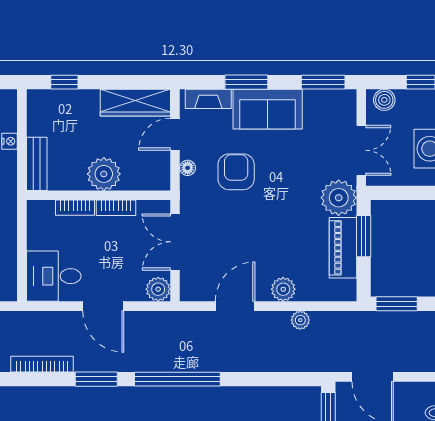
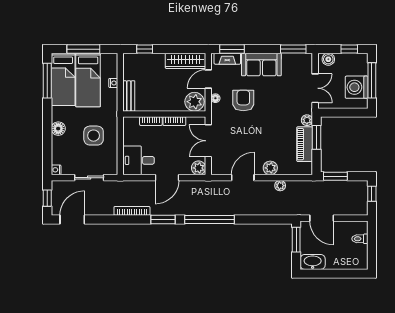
window: (246, 82) -> (232, 49), moved
plant: (104, 174) -> (194, 102), moved
plant: (339, 198) -> (307, 120), width x0.53, depth x0.53
door: (103, 306) -> (167, 178), hinge flipped

